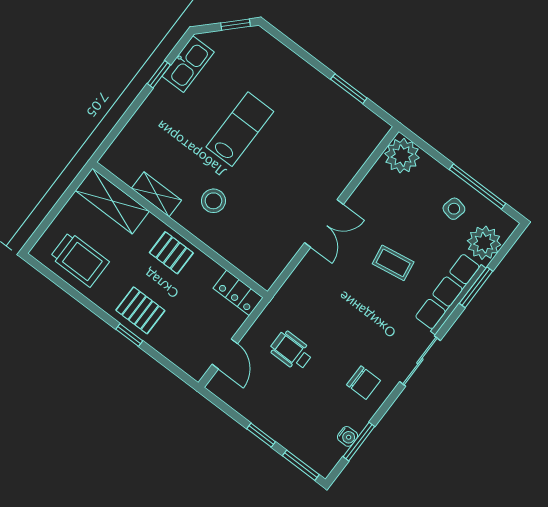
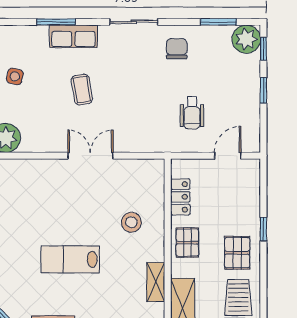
stool: (213, 201) -> (131, 222), moved
plant: (484, 243) -> (246, 39), moved
locker: (238, 293) -> (180, 197), moved
row of seats: (450, 293) -> (73, 36), width x0.68
pallet: (140, 310) -> (237, 253), moved
water cooler: (348, 436) -> (221, 32), removed
window: (301, 465) -> (263, 49), width x0.67

